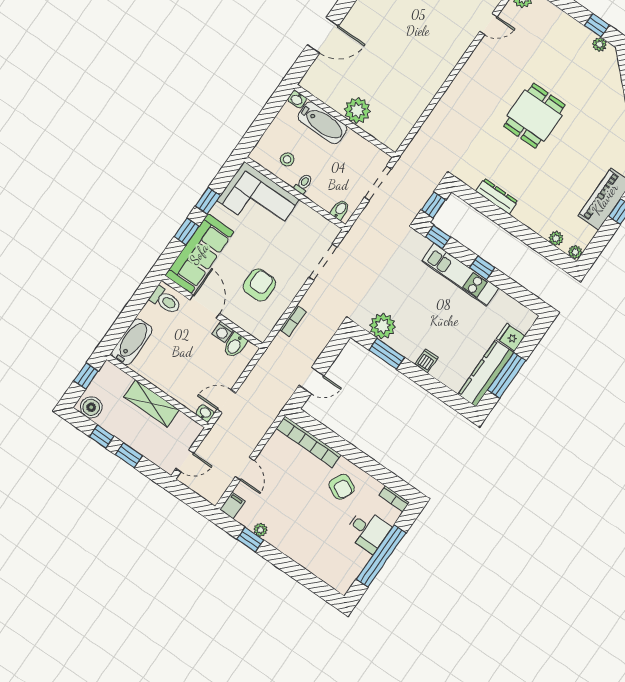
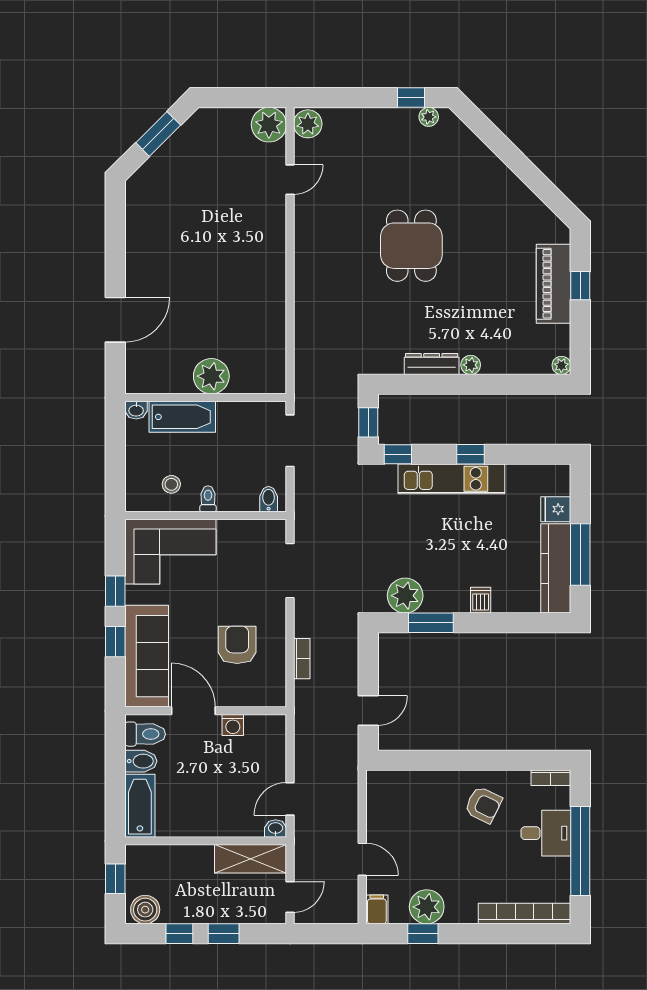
plant: (556, 238) -> (471, 365), moved
bidet: (235, 345) -> (141, 761), moved, turned -90
shelving: (151, 403) -> (251, 859), moved
bookcase: (309, 442) -> (525, 914), moved, turned 180
plant: (260, 530) -> (427, 907), width x1.88, depth x1.88

